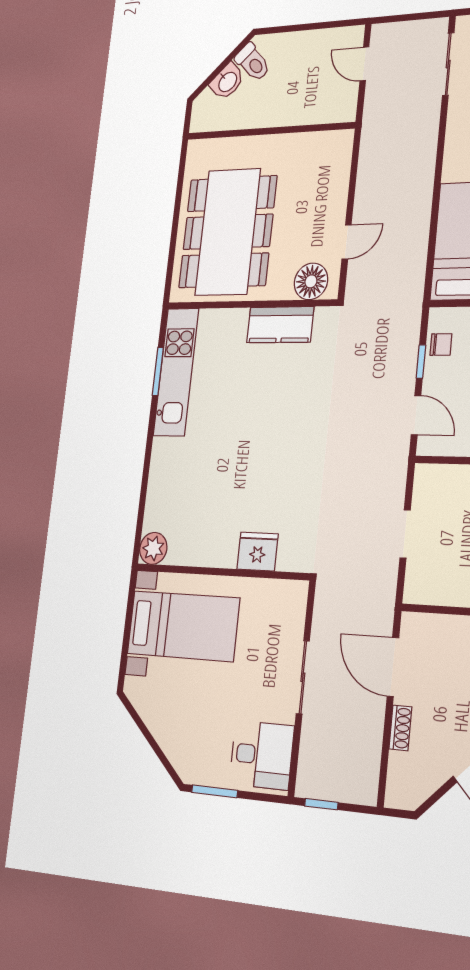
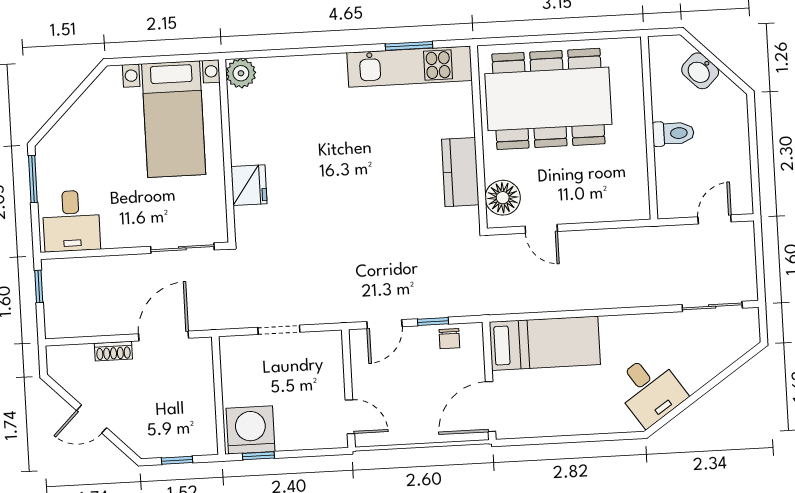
toilet: (253, 62) -> (673, 133), moved, turned -135
sliding door: (303, 677) -> (182, 248), moved

